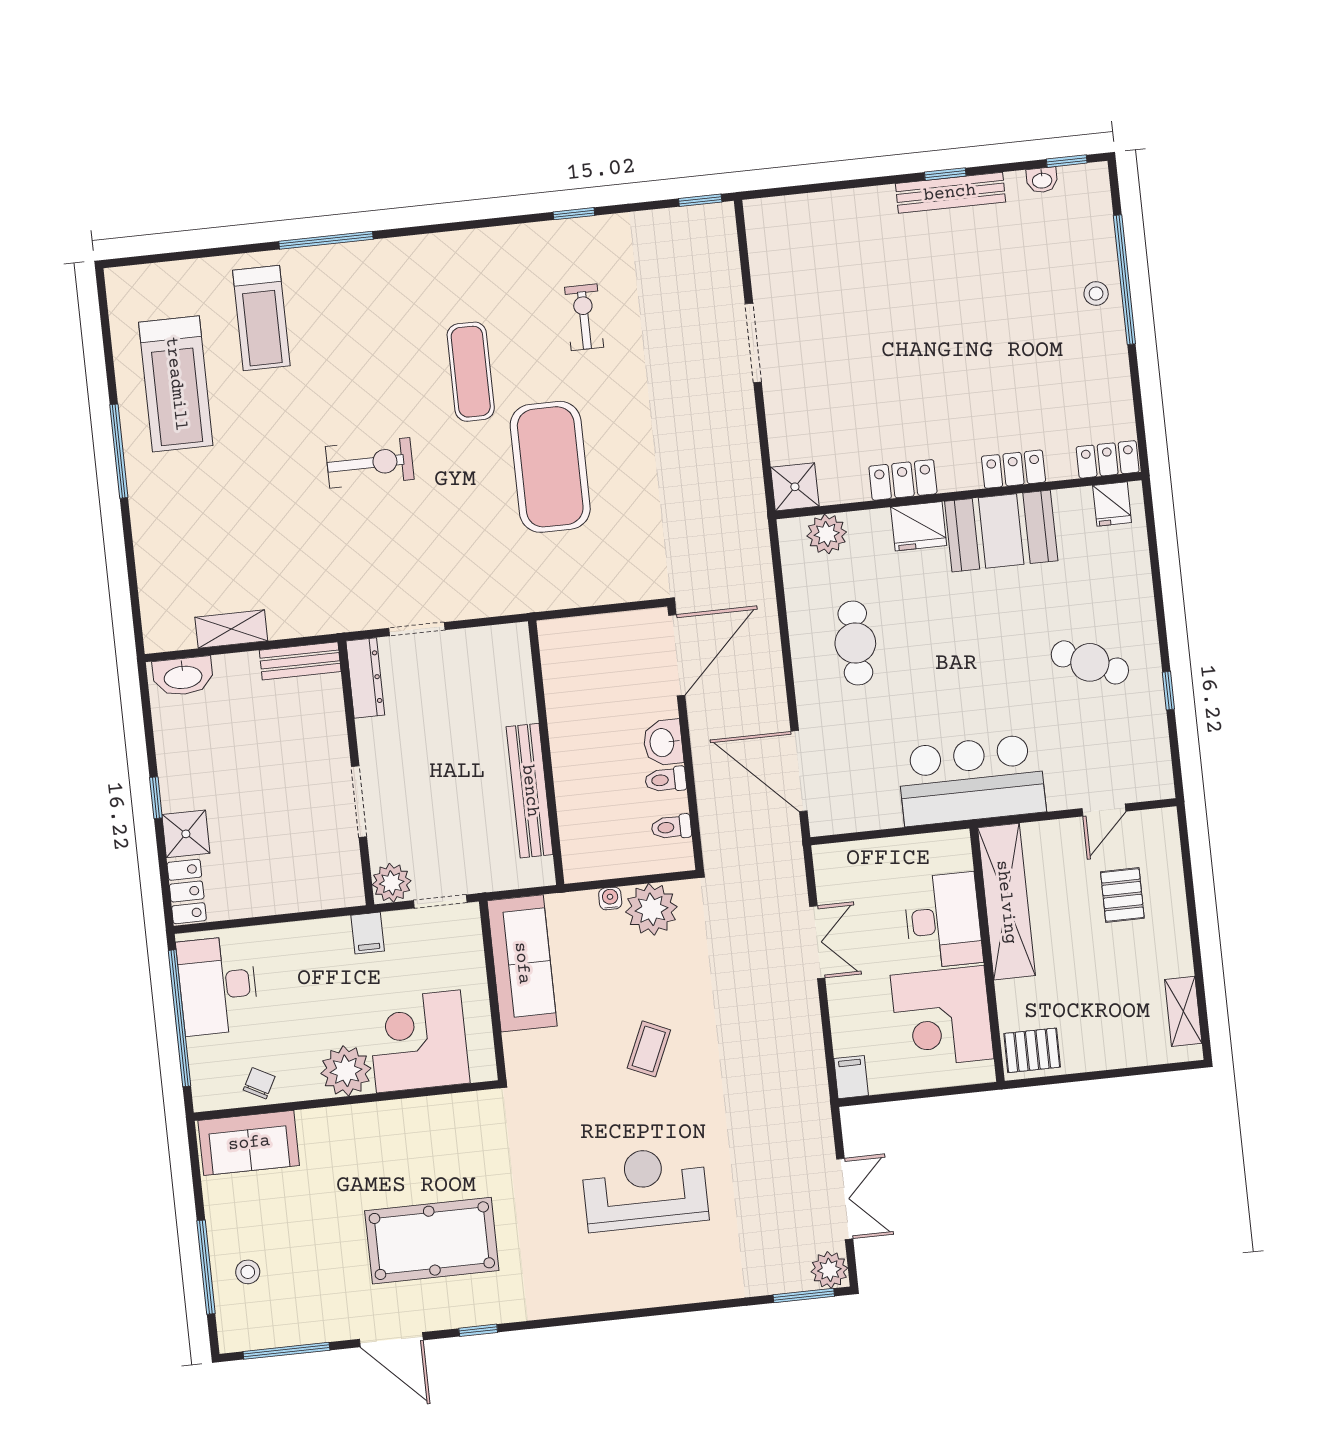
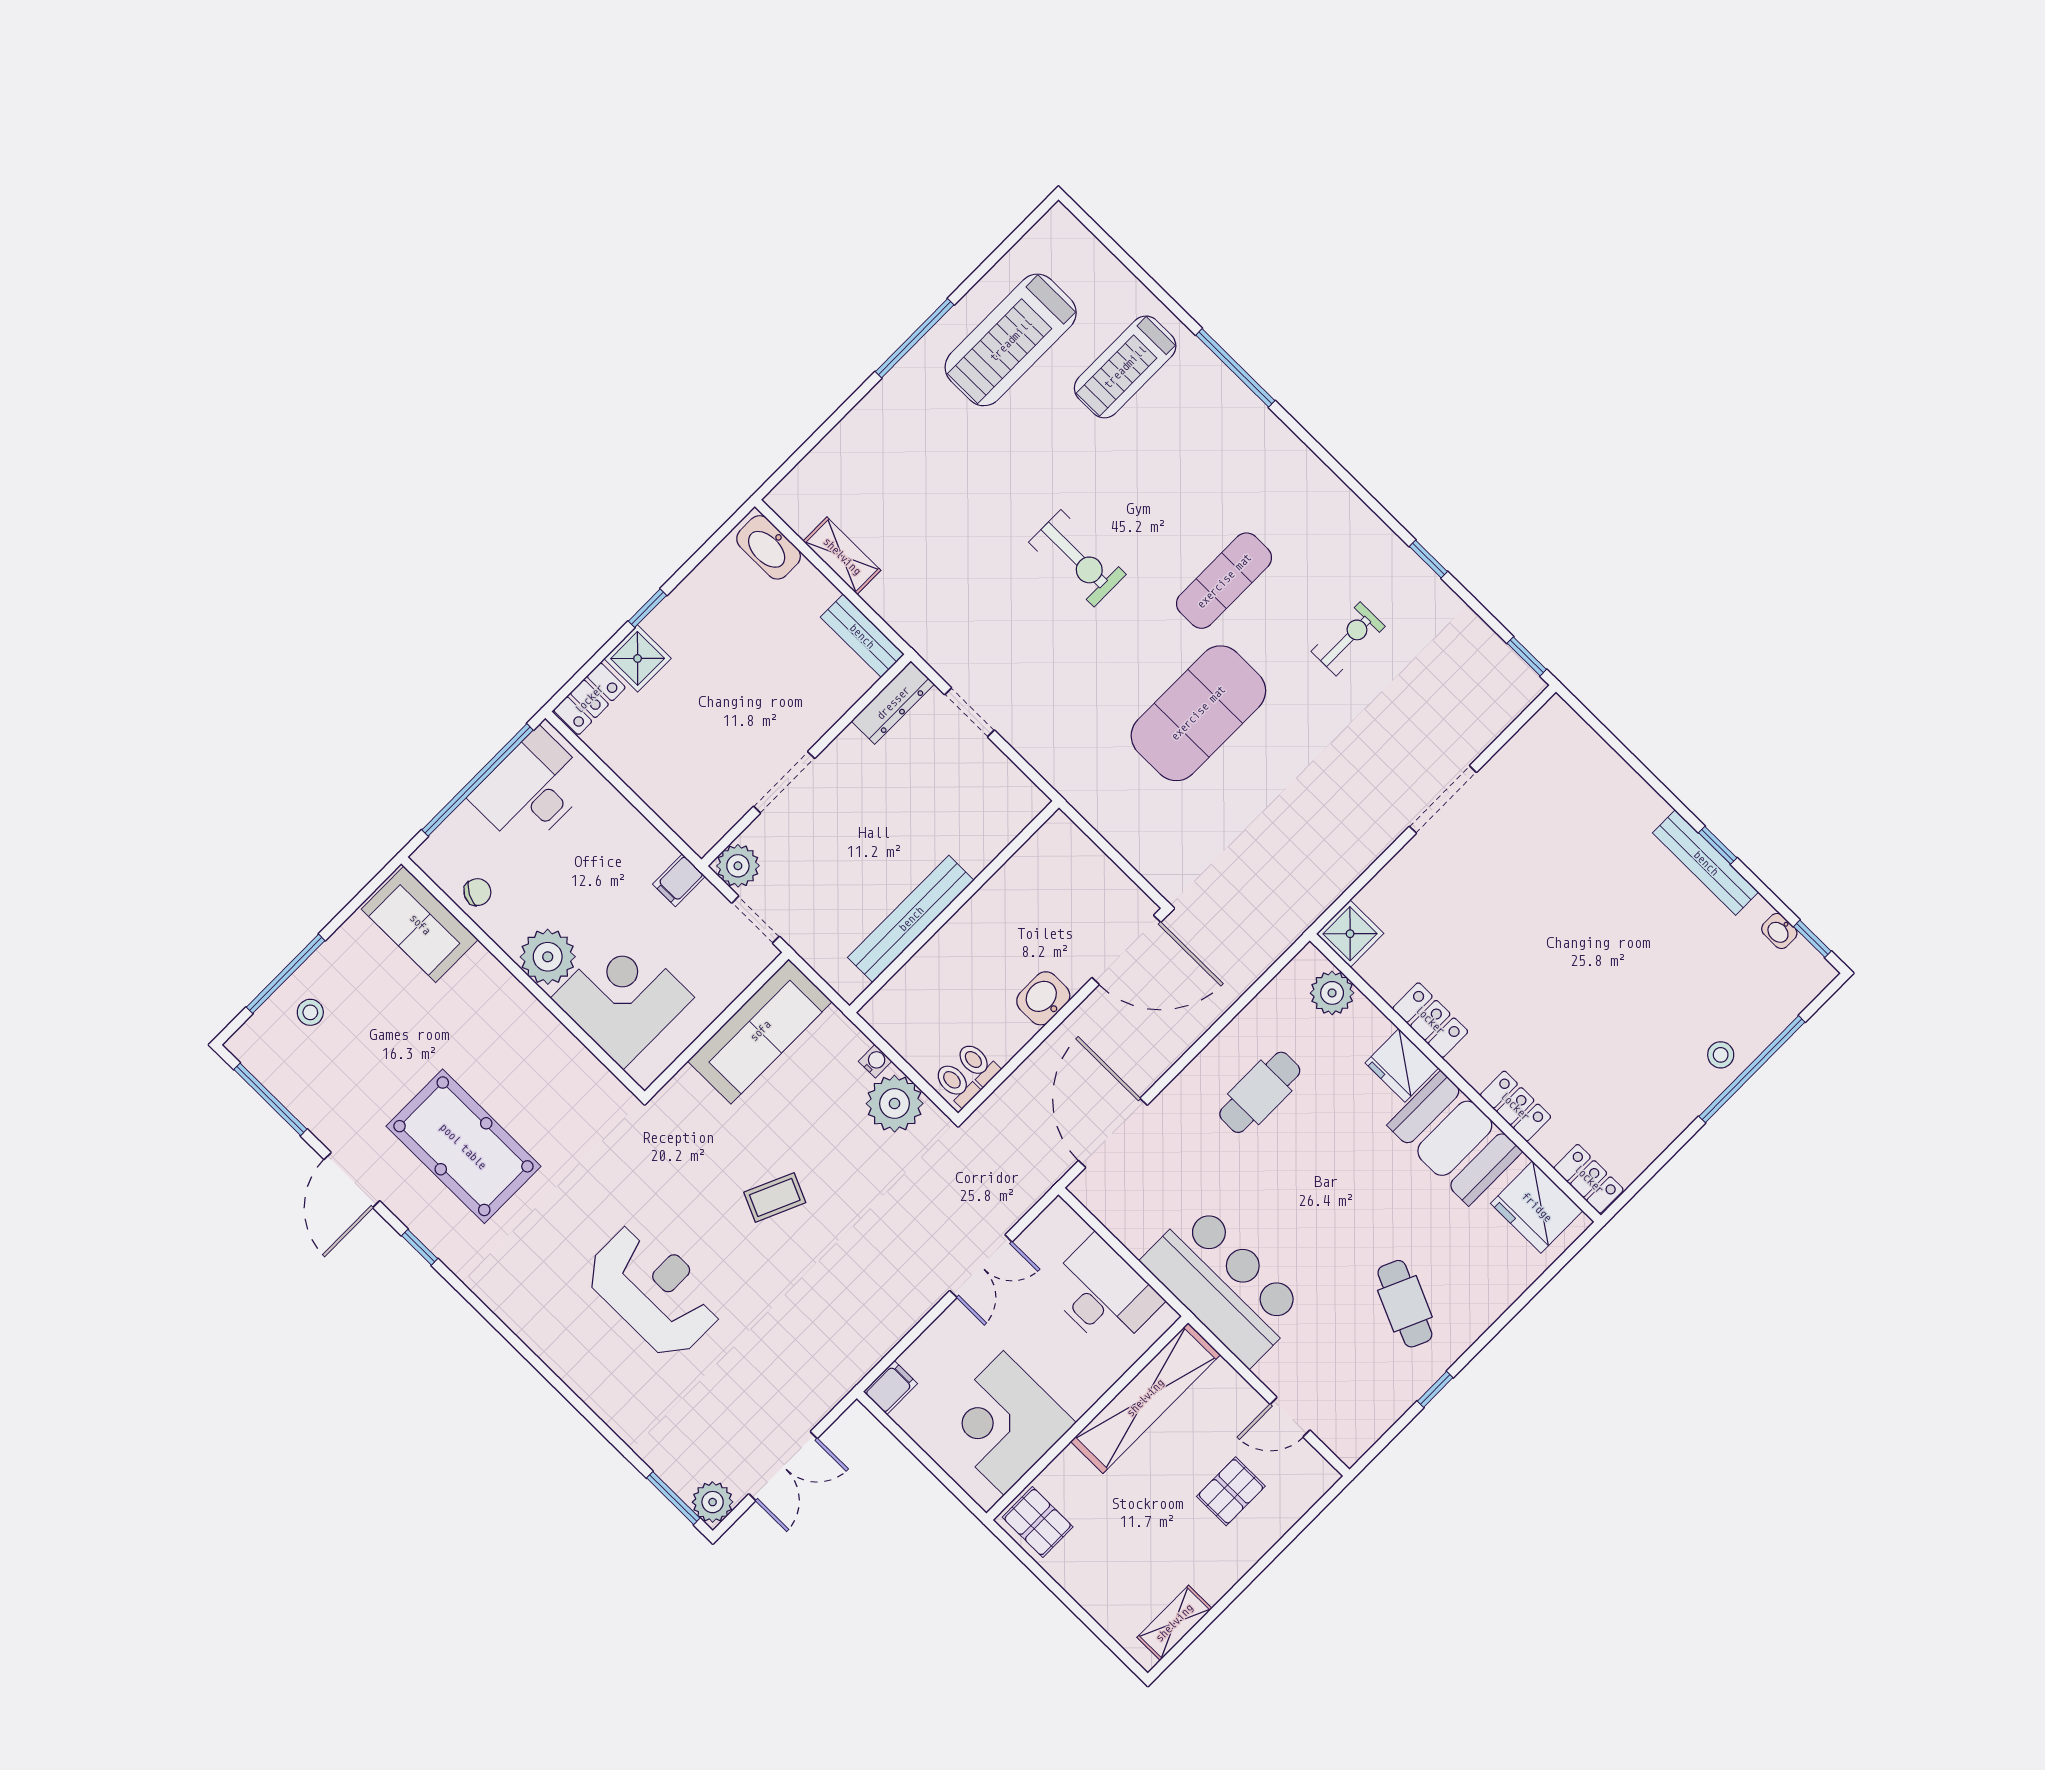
fridge: (1112, 504) -> (1537, 1207), width x1.88, depth x1.34
toilet: (666, 780) -> (956, 1084), moved
desk: (943, 920) -> (1103, 1294), moved, turned -90

